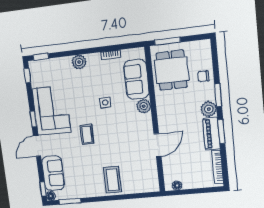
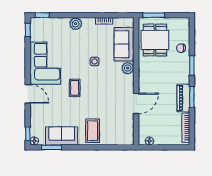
plant: (209, 109) -> (183, 77), removed
window: (33, 119) -> (28, 69), removed
door: (37, 146) -> (28, 94), swing flipped
sofa: (53, 173) -> (62, 136), moved, turned -90

